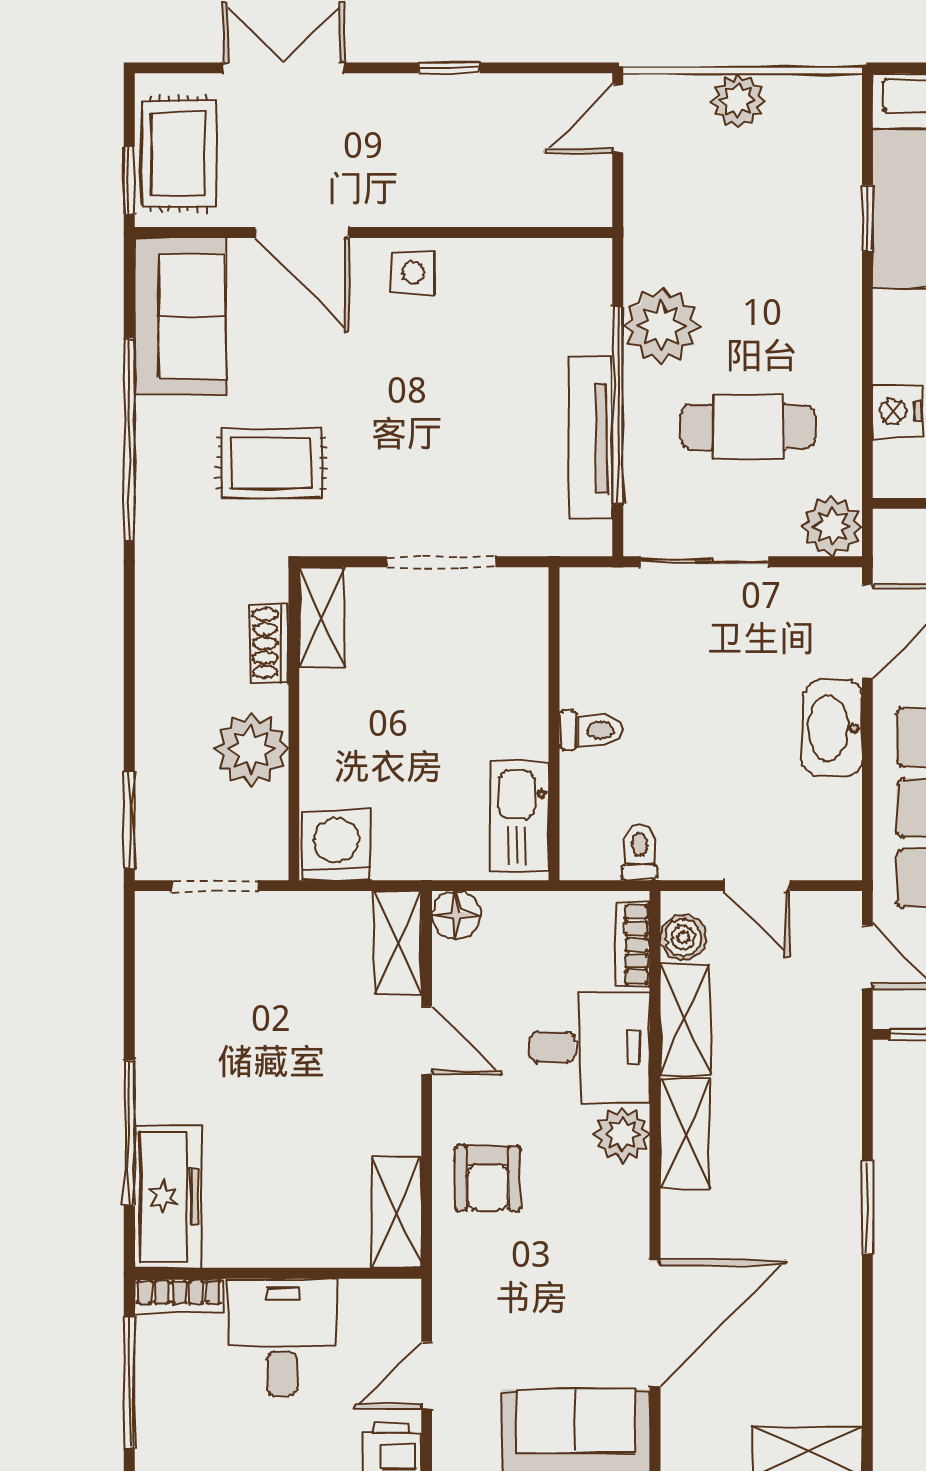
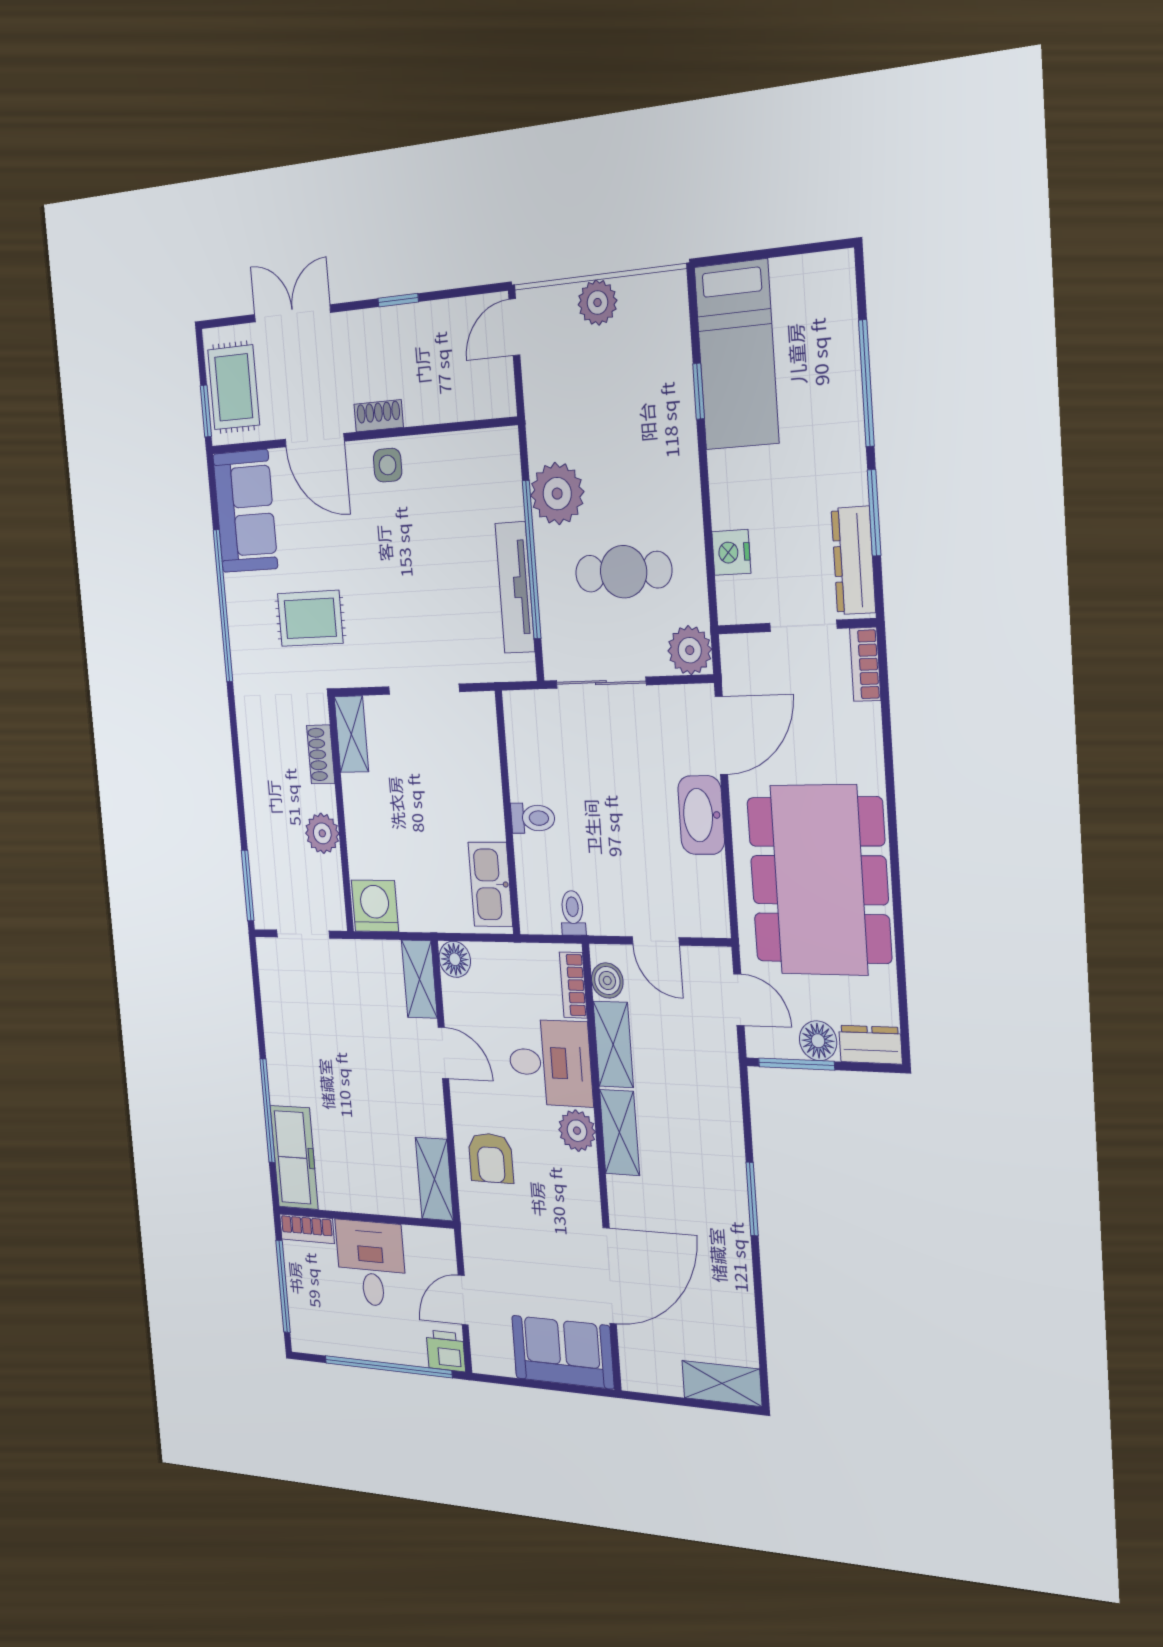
shoe rack: (405, 210) -> (379, 416), added
plant: (251, 749) -> (322, 833), width x0.73, depth x0.73

